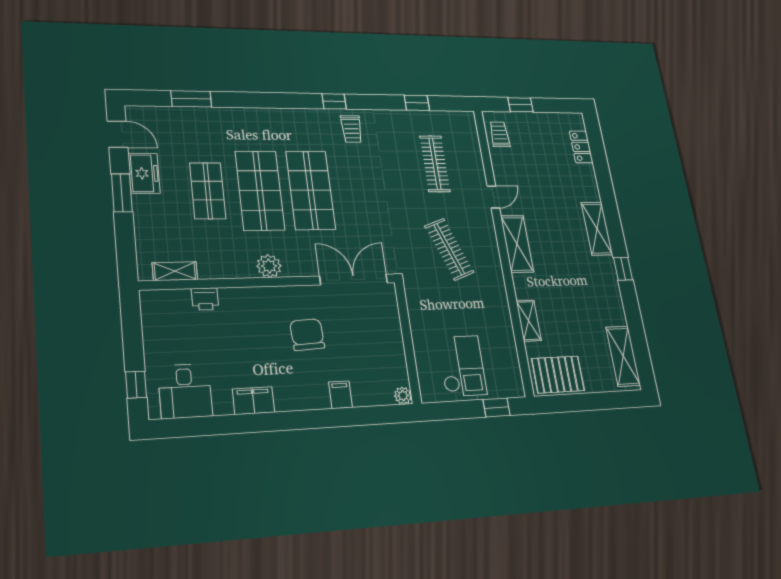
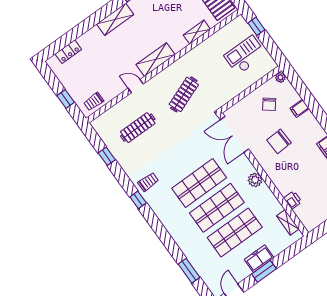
freezer: (144, 173) -> (259, 259), moved
shop shelf: (208, 191) -> (235, 232), width x1.43, depth x1.36
chair: (371, 355) -> (269, 104), added

